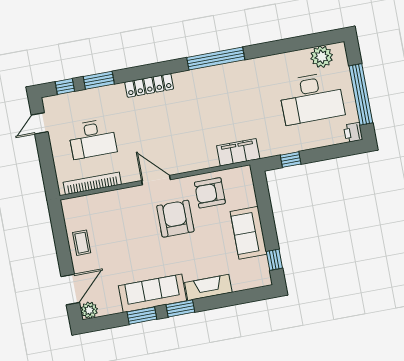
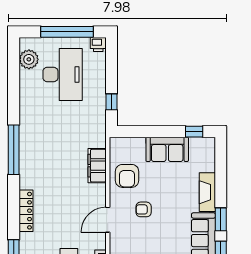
filing cabinet: (238, 152) -> (97, 166), moved
armchair: (175, 219) -> (144, 209), width x0.53, depth x0.53

